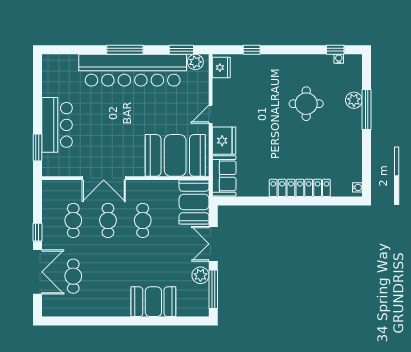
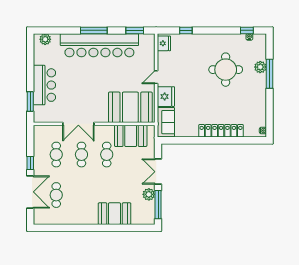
plant: (195, 62) -> (45, 39), moved
round table: (306, 104) -> (226, 70), width x1.36, depth x1.36
booth: (194, 202) -> (131, 136), moved, turned 90

